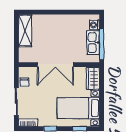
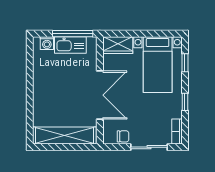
shelving: (25, 31) -> (64, 135), width x1.47

